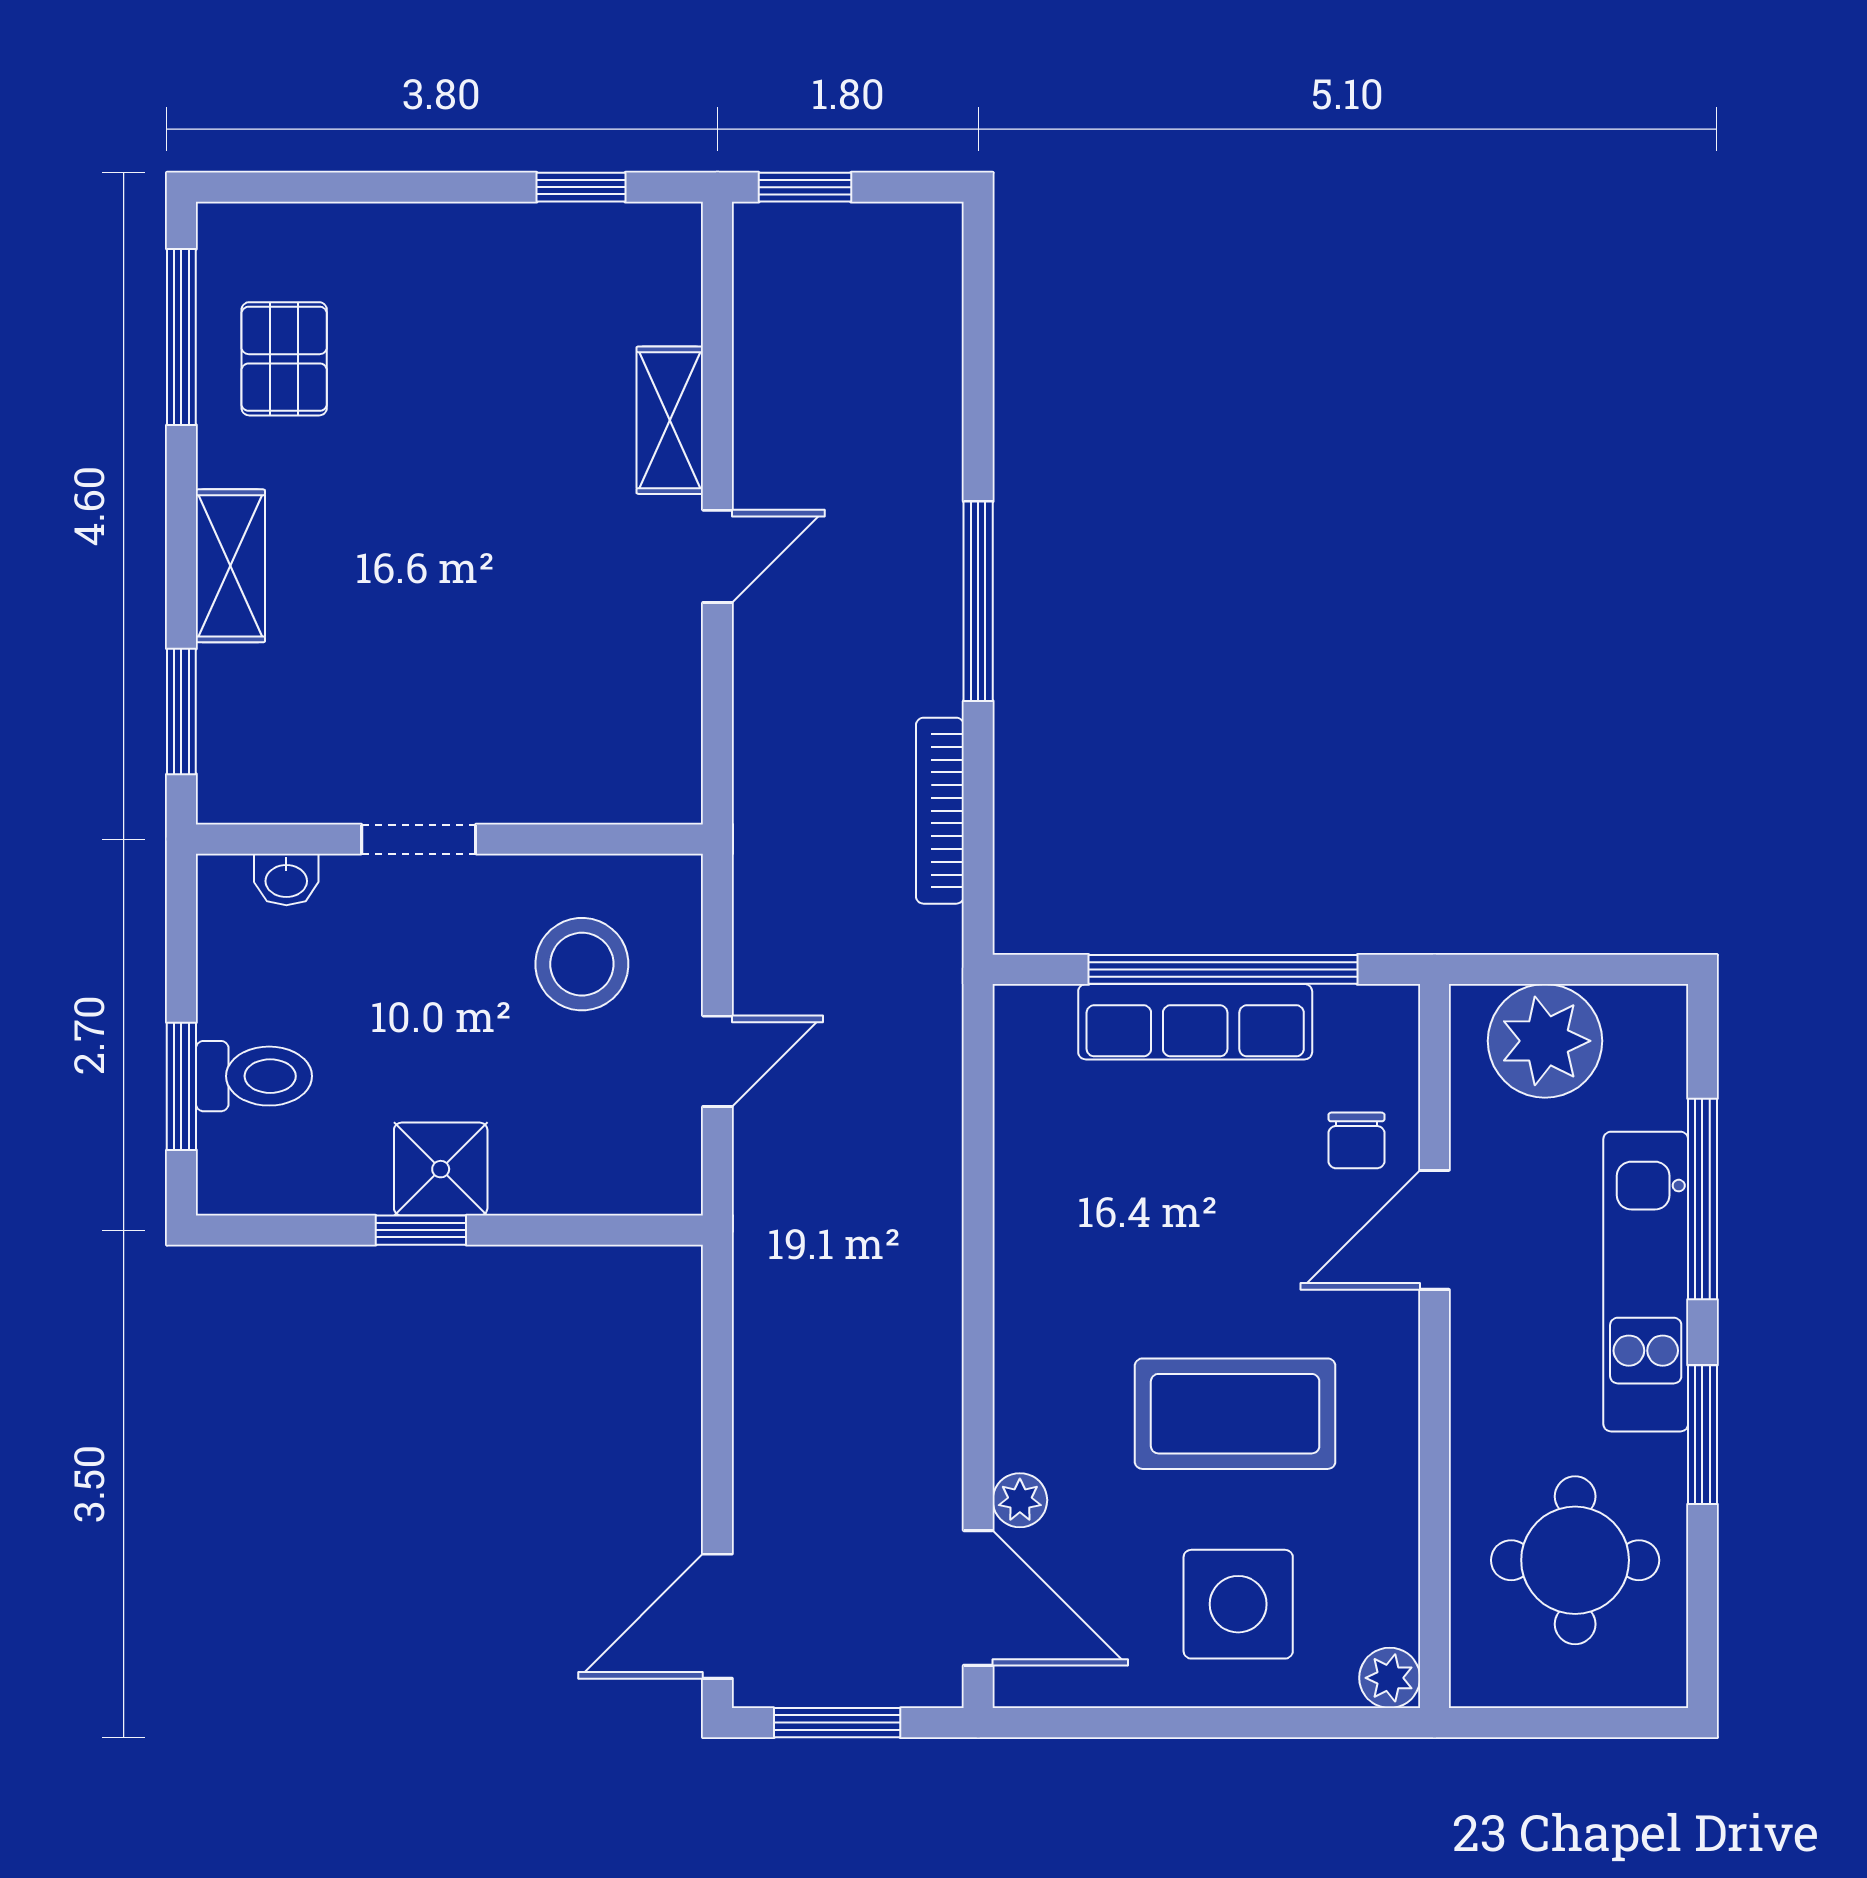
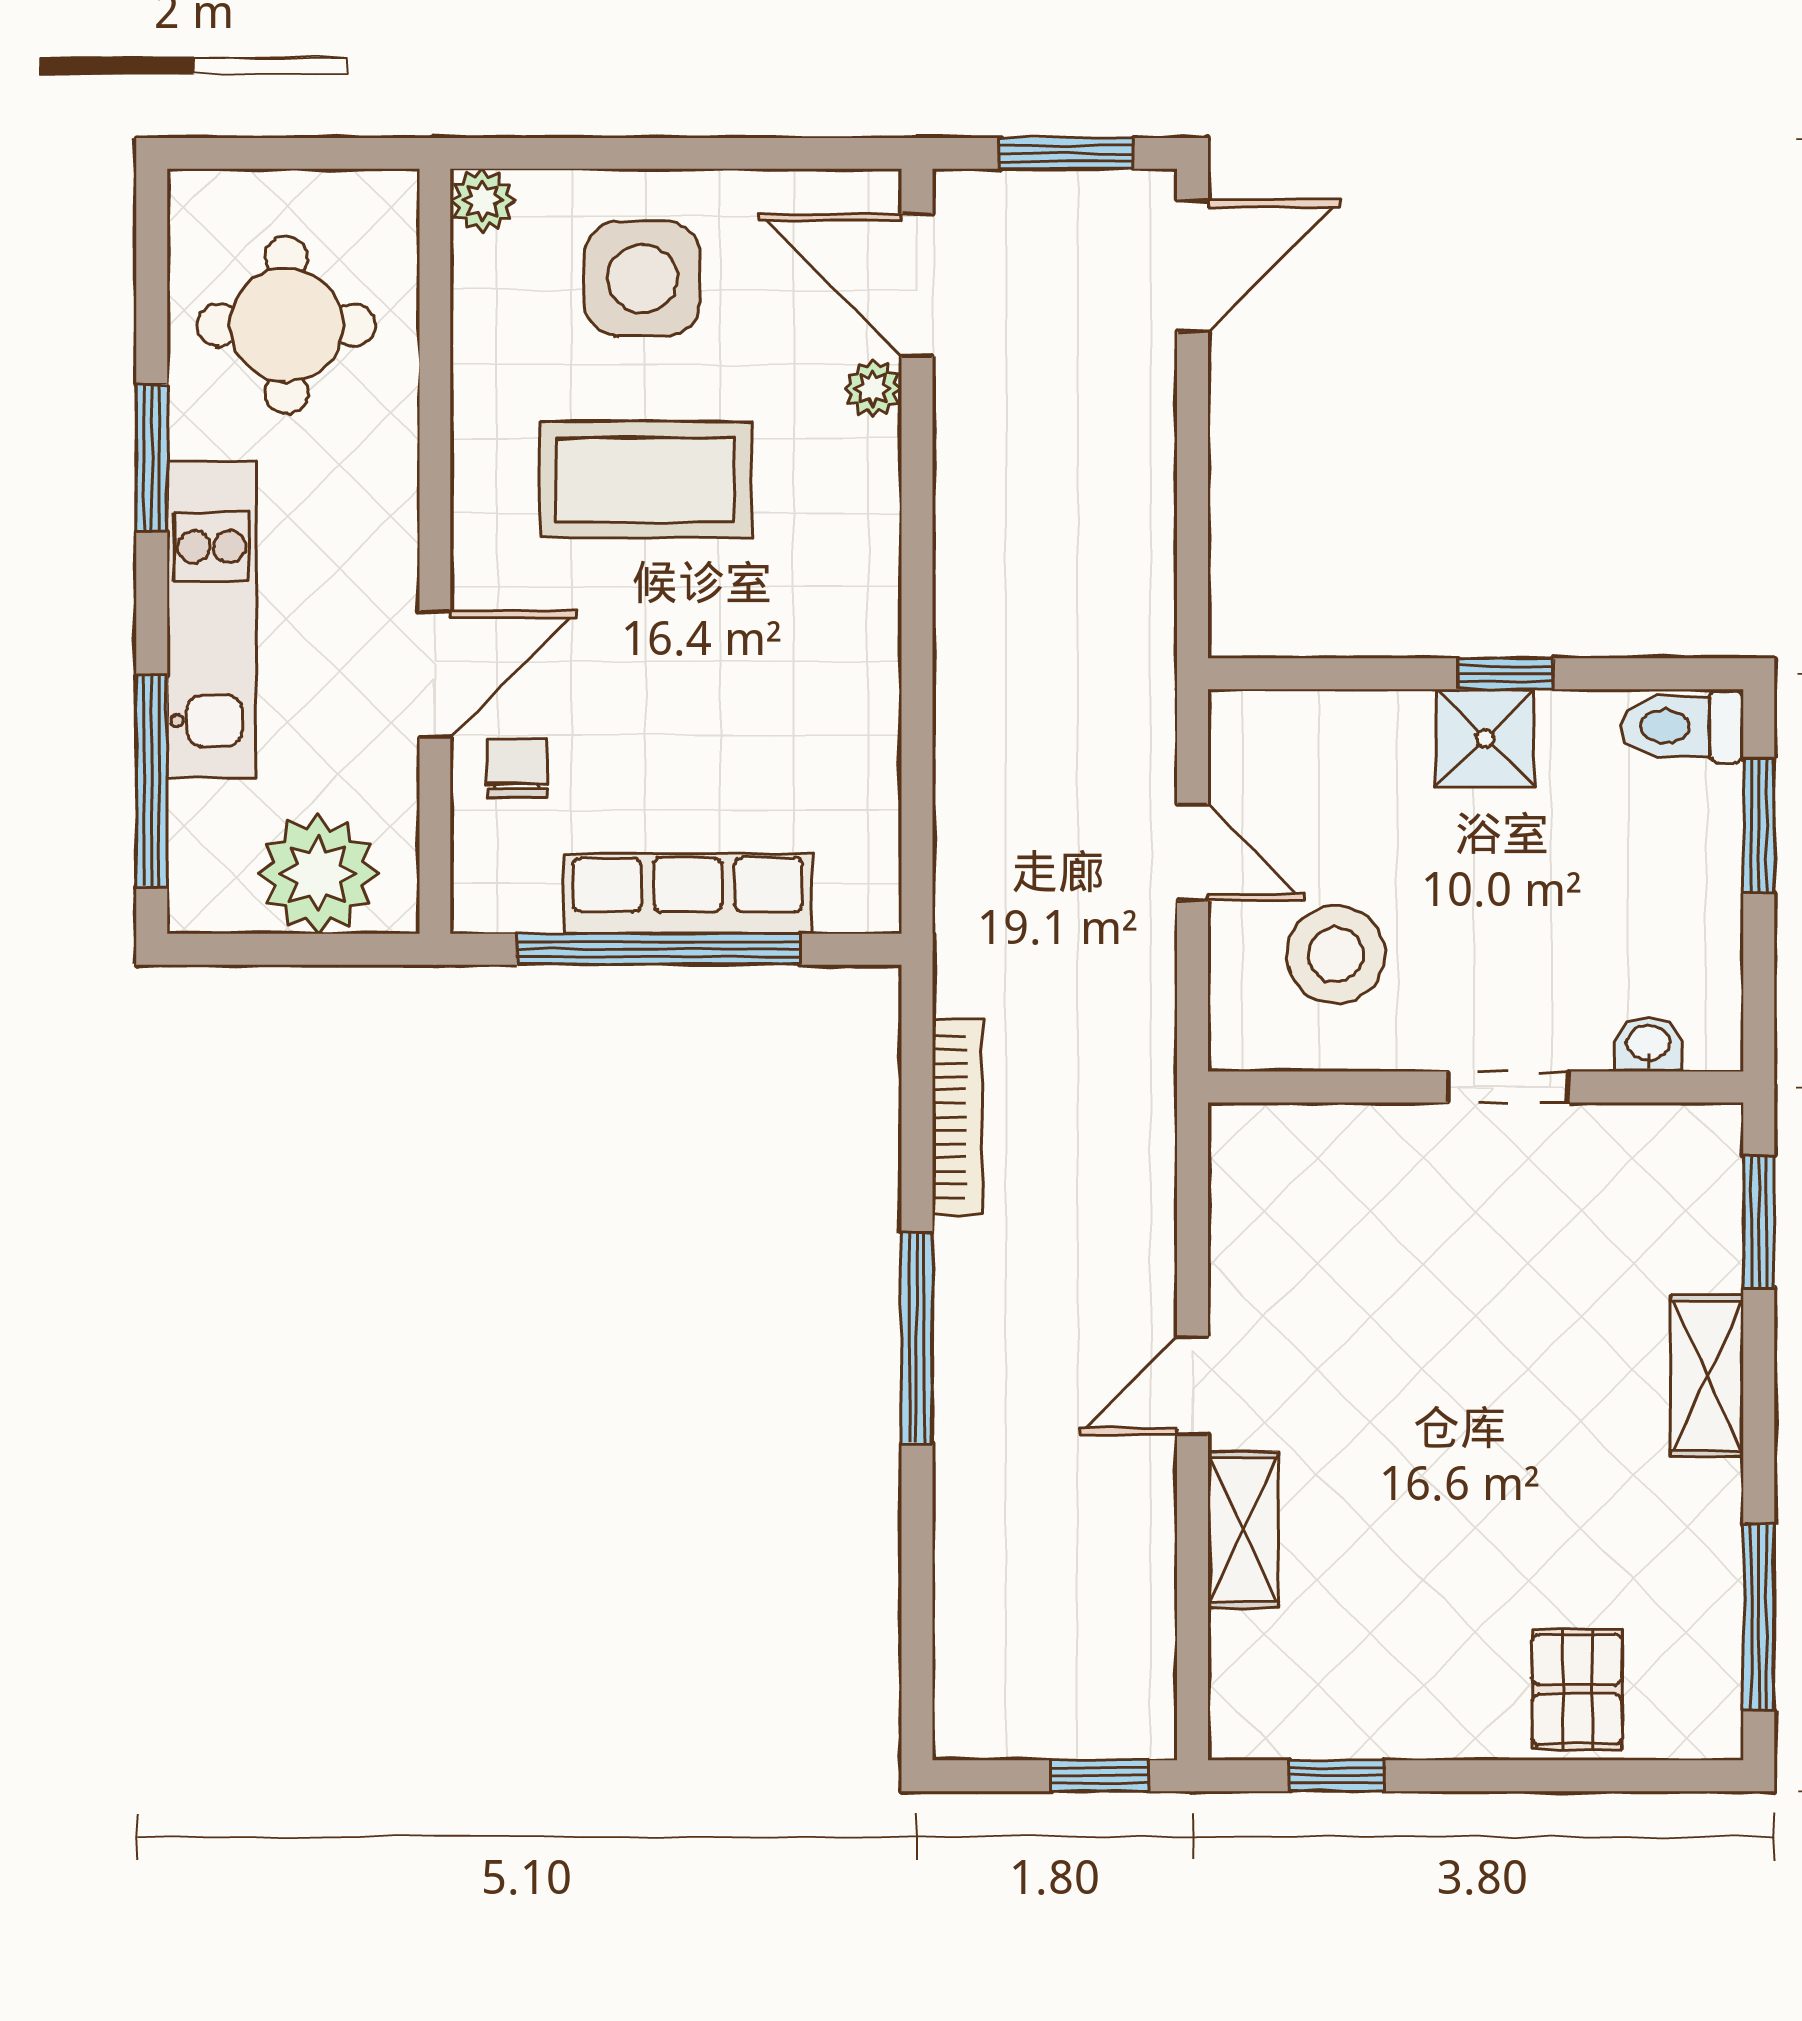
pallet: (284, 359) -> (1577, 1689), moved
door: (717, 1061) -> (1192, 852), swing flipped
toilet: (254, 1076) -> (1682, 726), moved
window: (1702, 1199) -> (152, 781), moved

